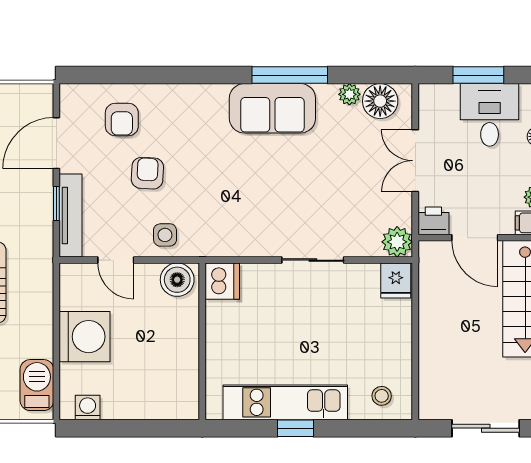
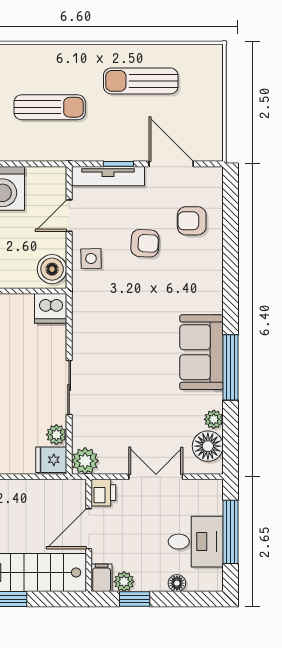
window: (478, 75) -> (231, 532), width x1.44
plant: (367, 275) -> (56, 435), added

